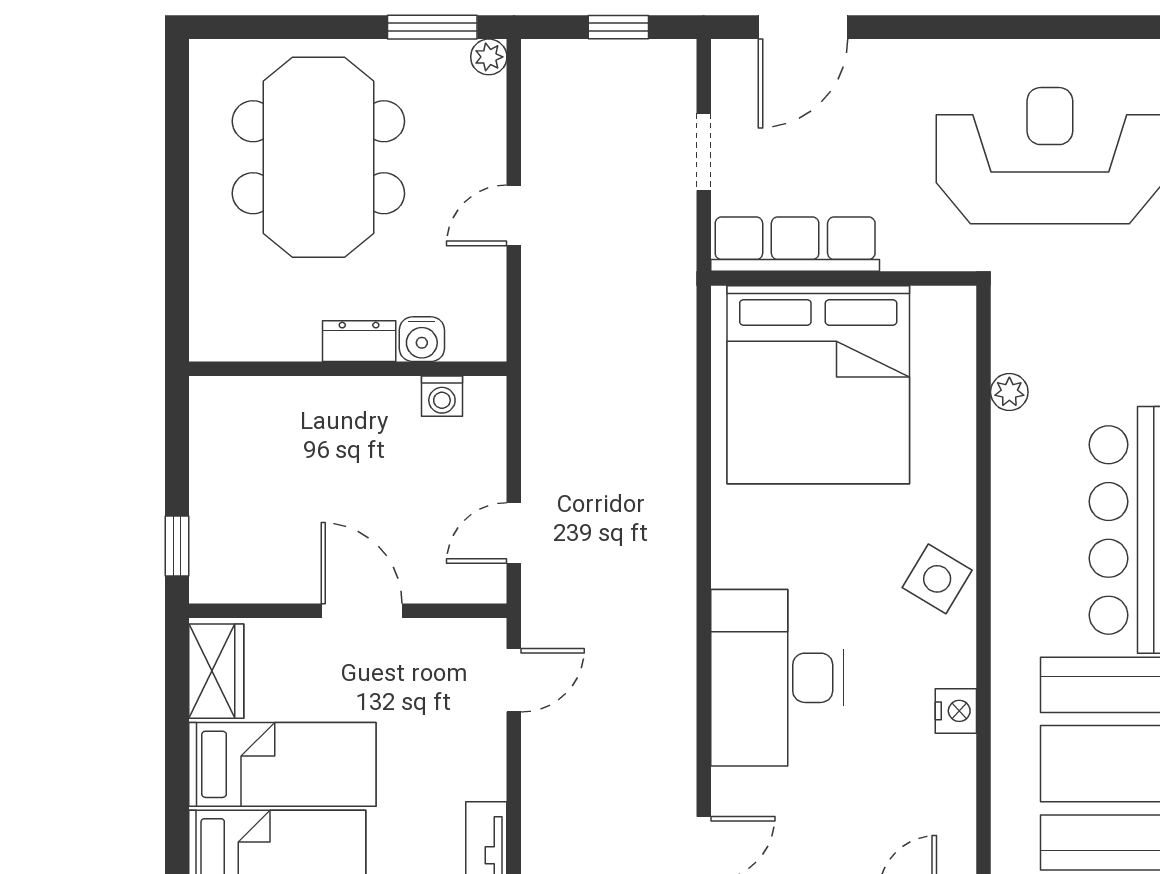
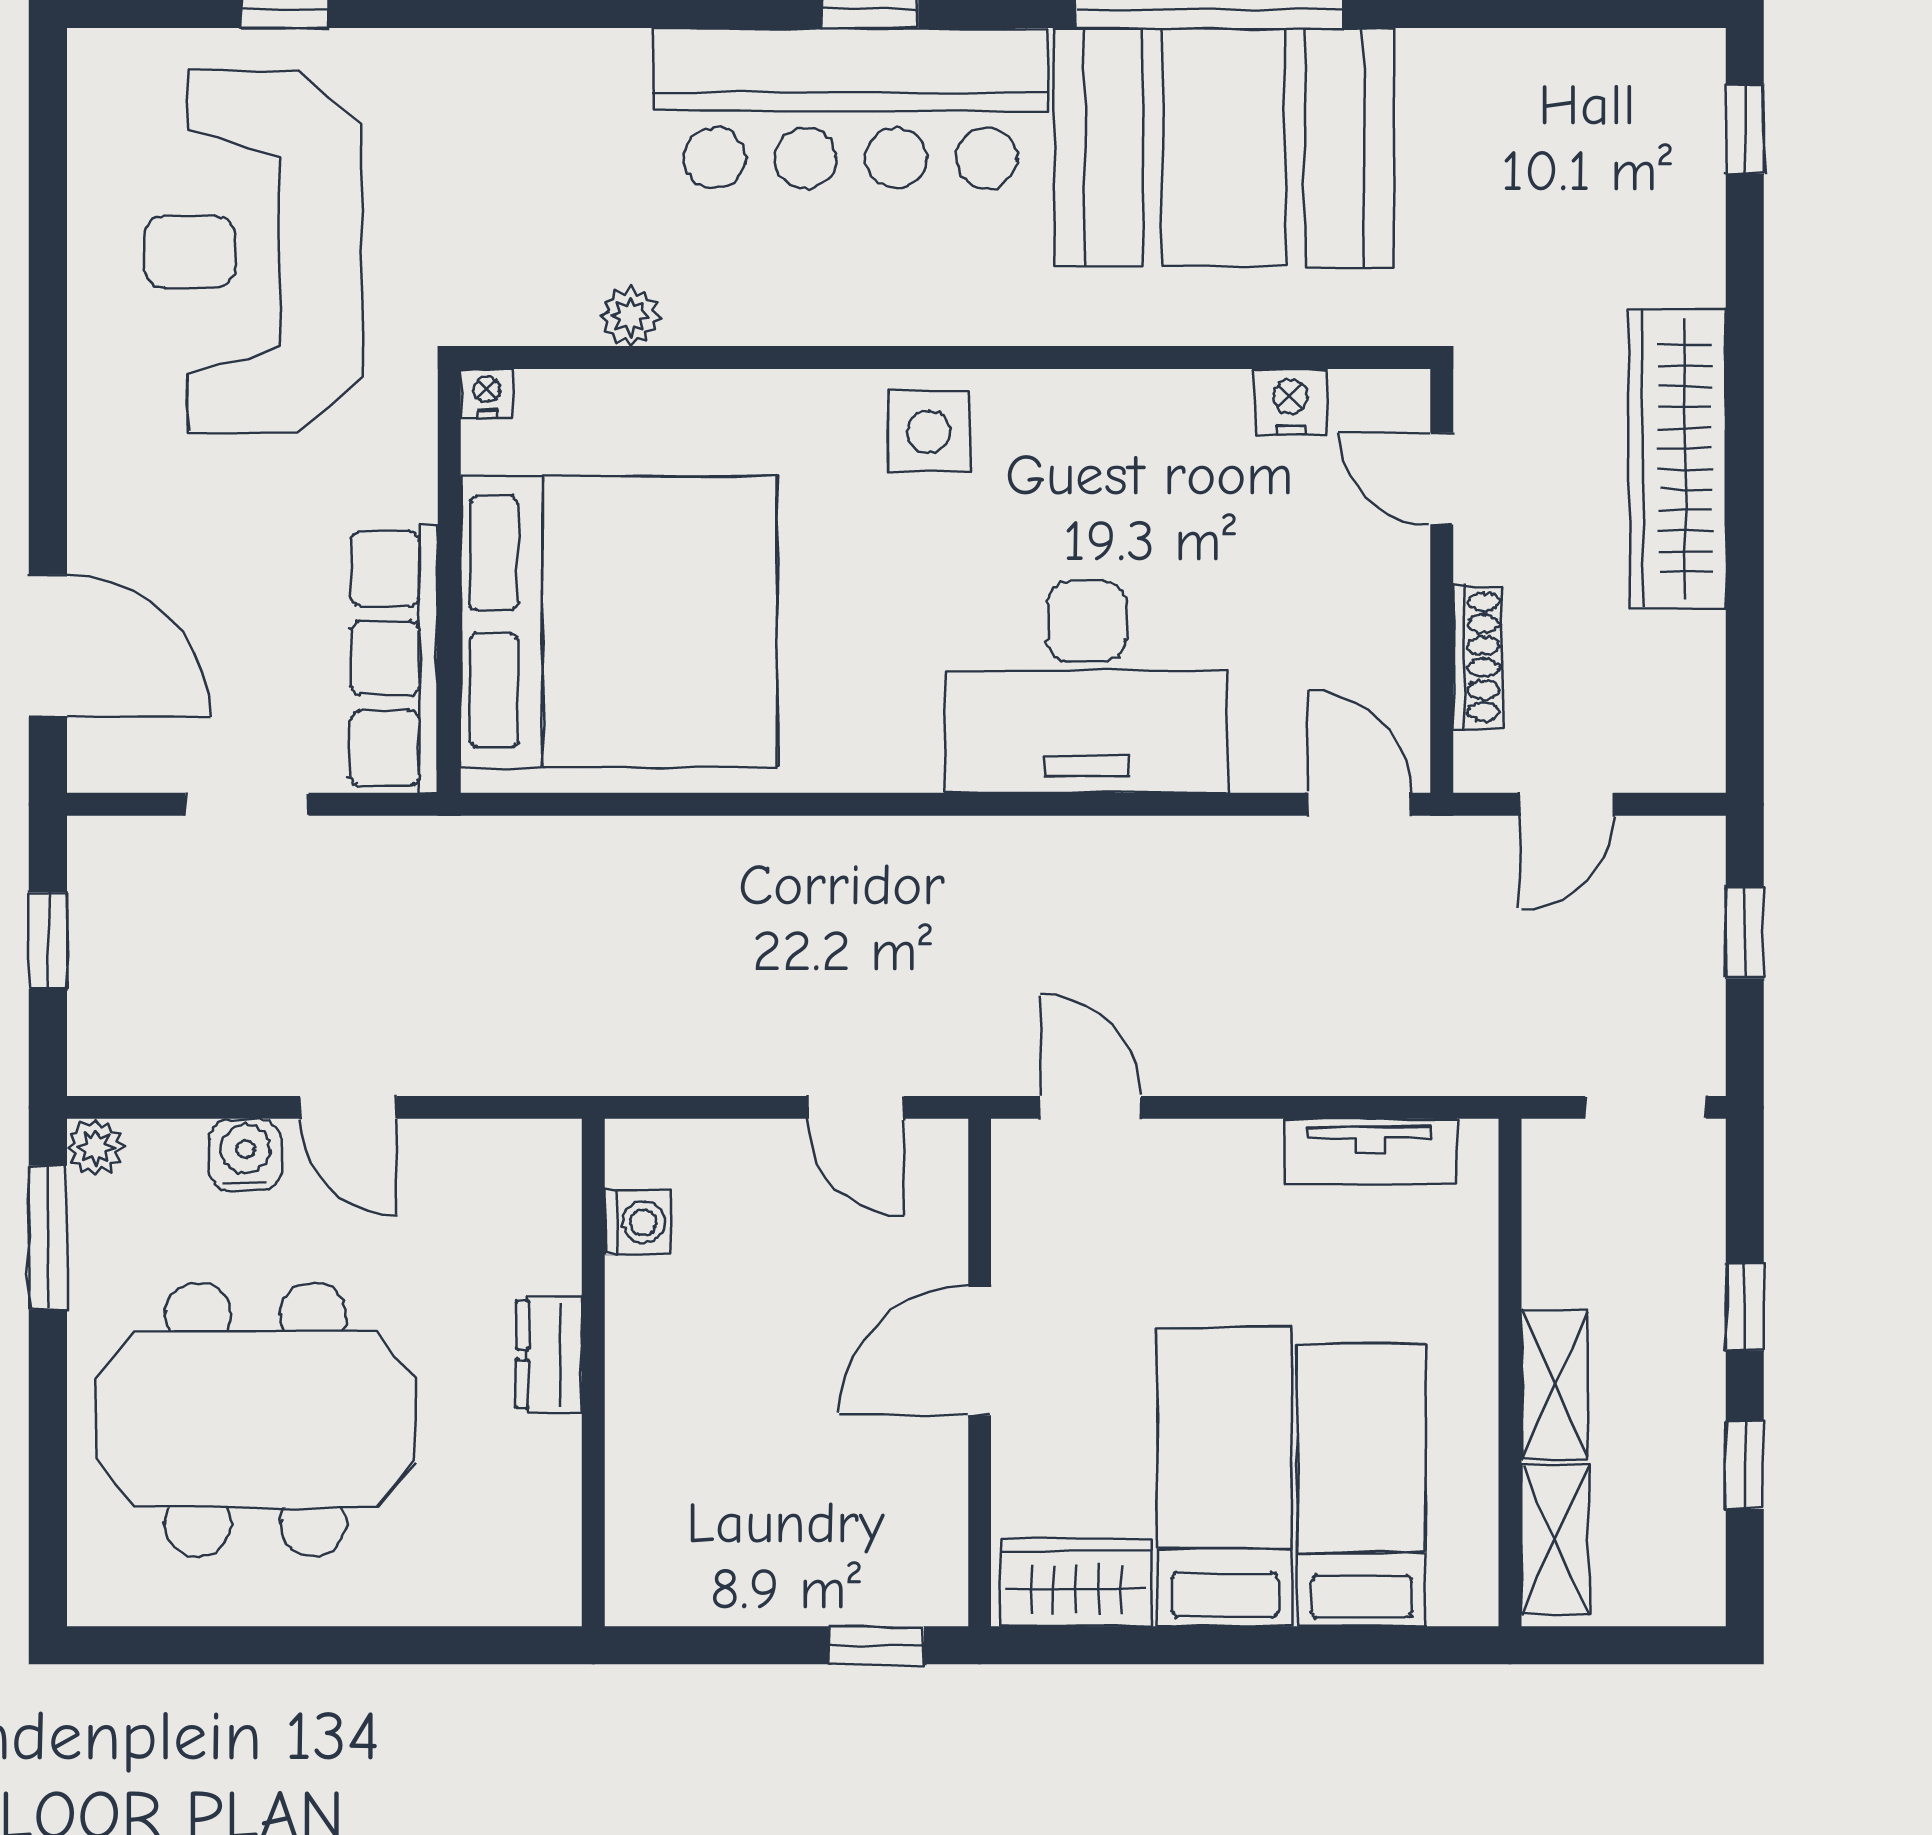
nightstand: (961, 302) -> (487, 393), added
water cooler: (422, 339) -> (245, 1155), moved, turned -90
side table: (937, 579) -> (929, 432), turned -31
nightstand: (956, 711) -> (1290, 402), moved

